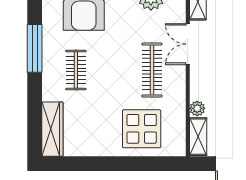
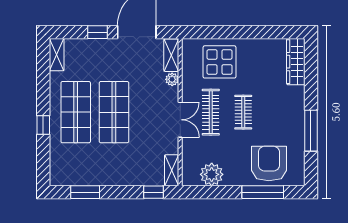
double door: (188, 44) -> (180, 120), moved
clothes rail: (76, 70) -> (243, 112), moved

